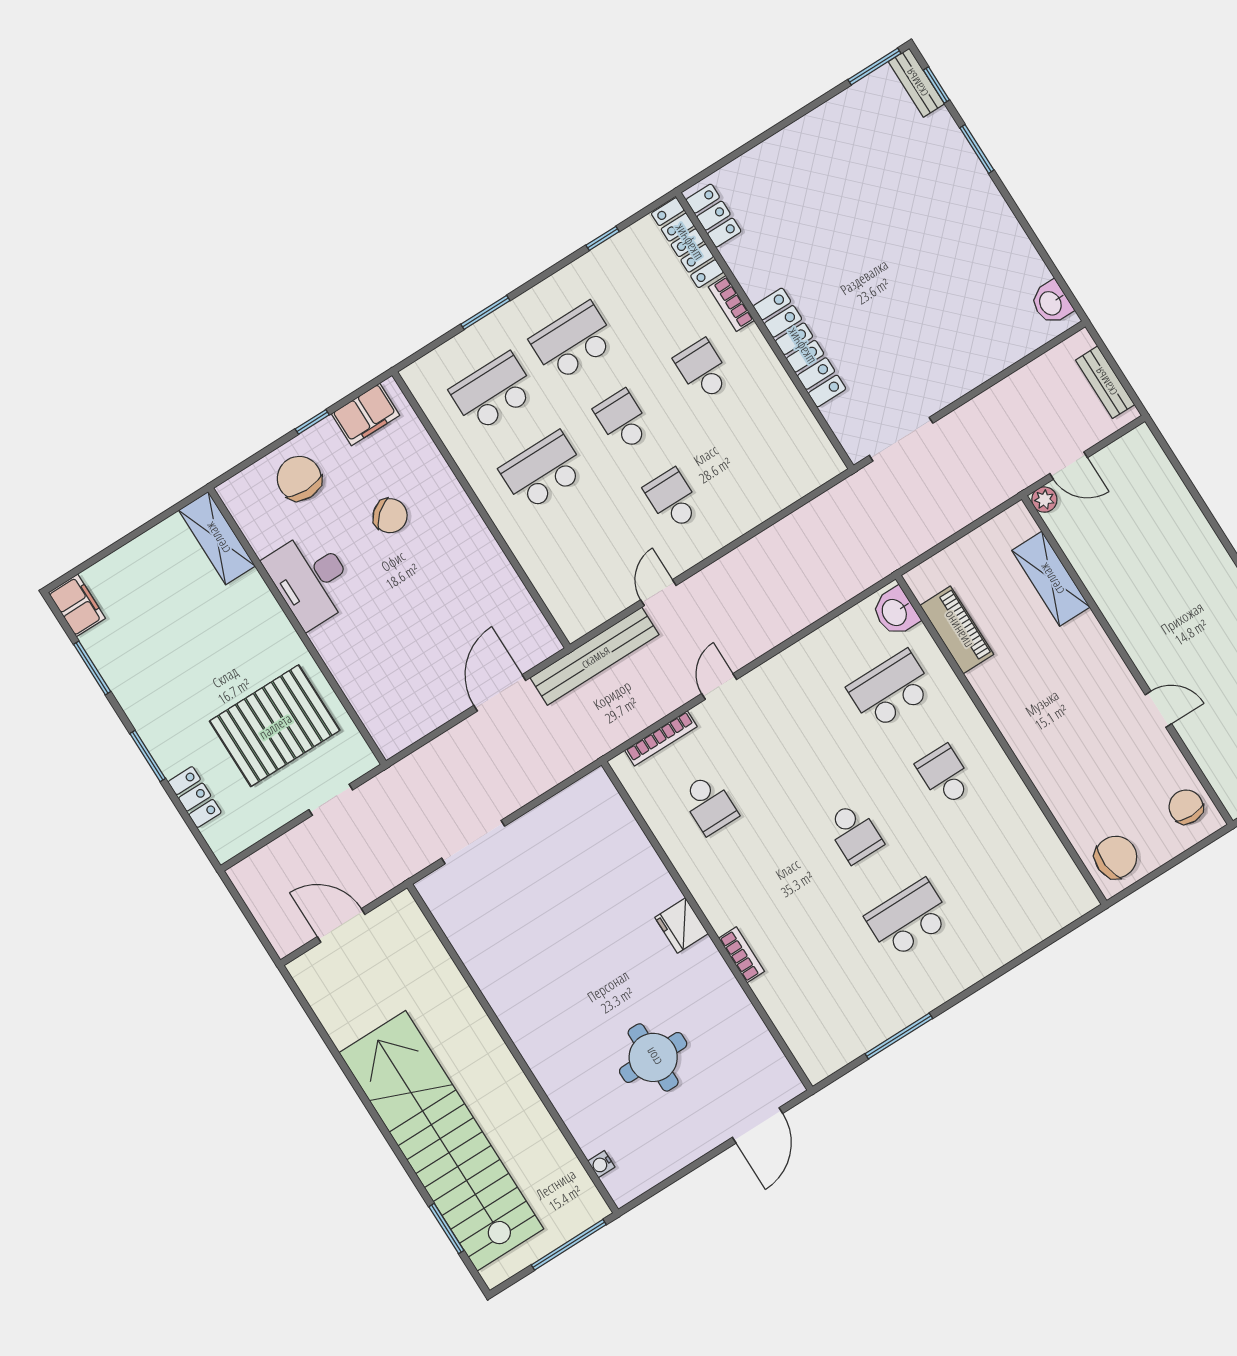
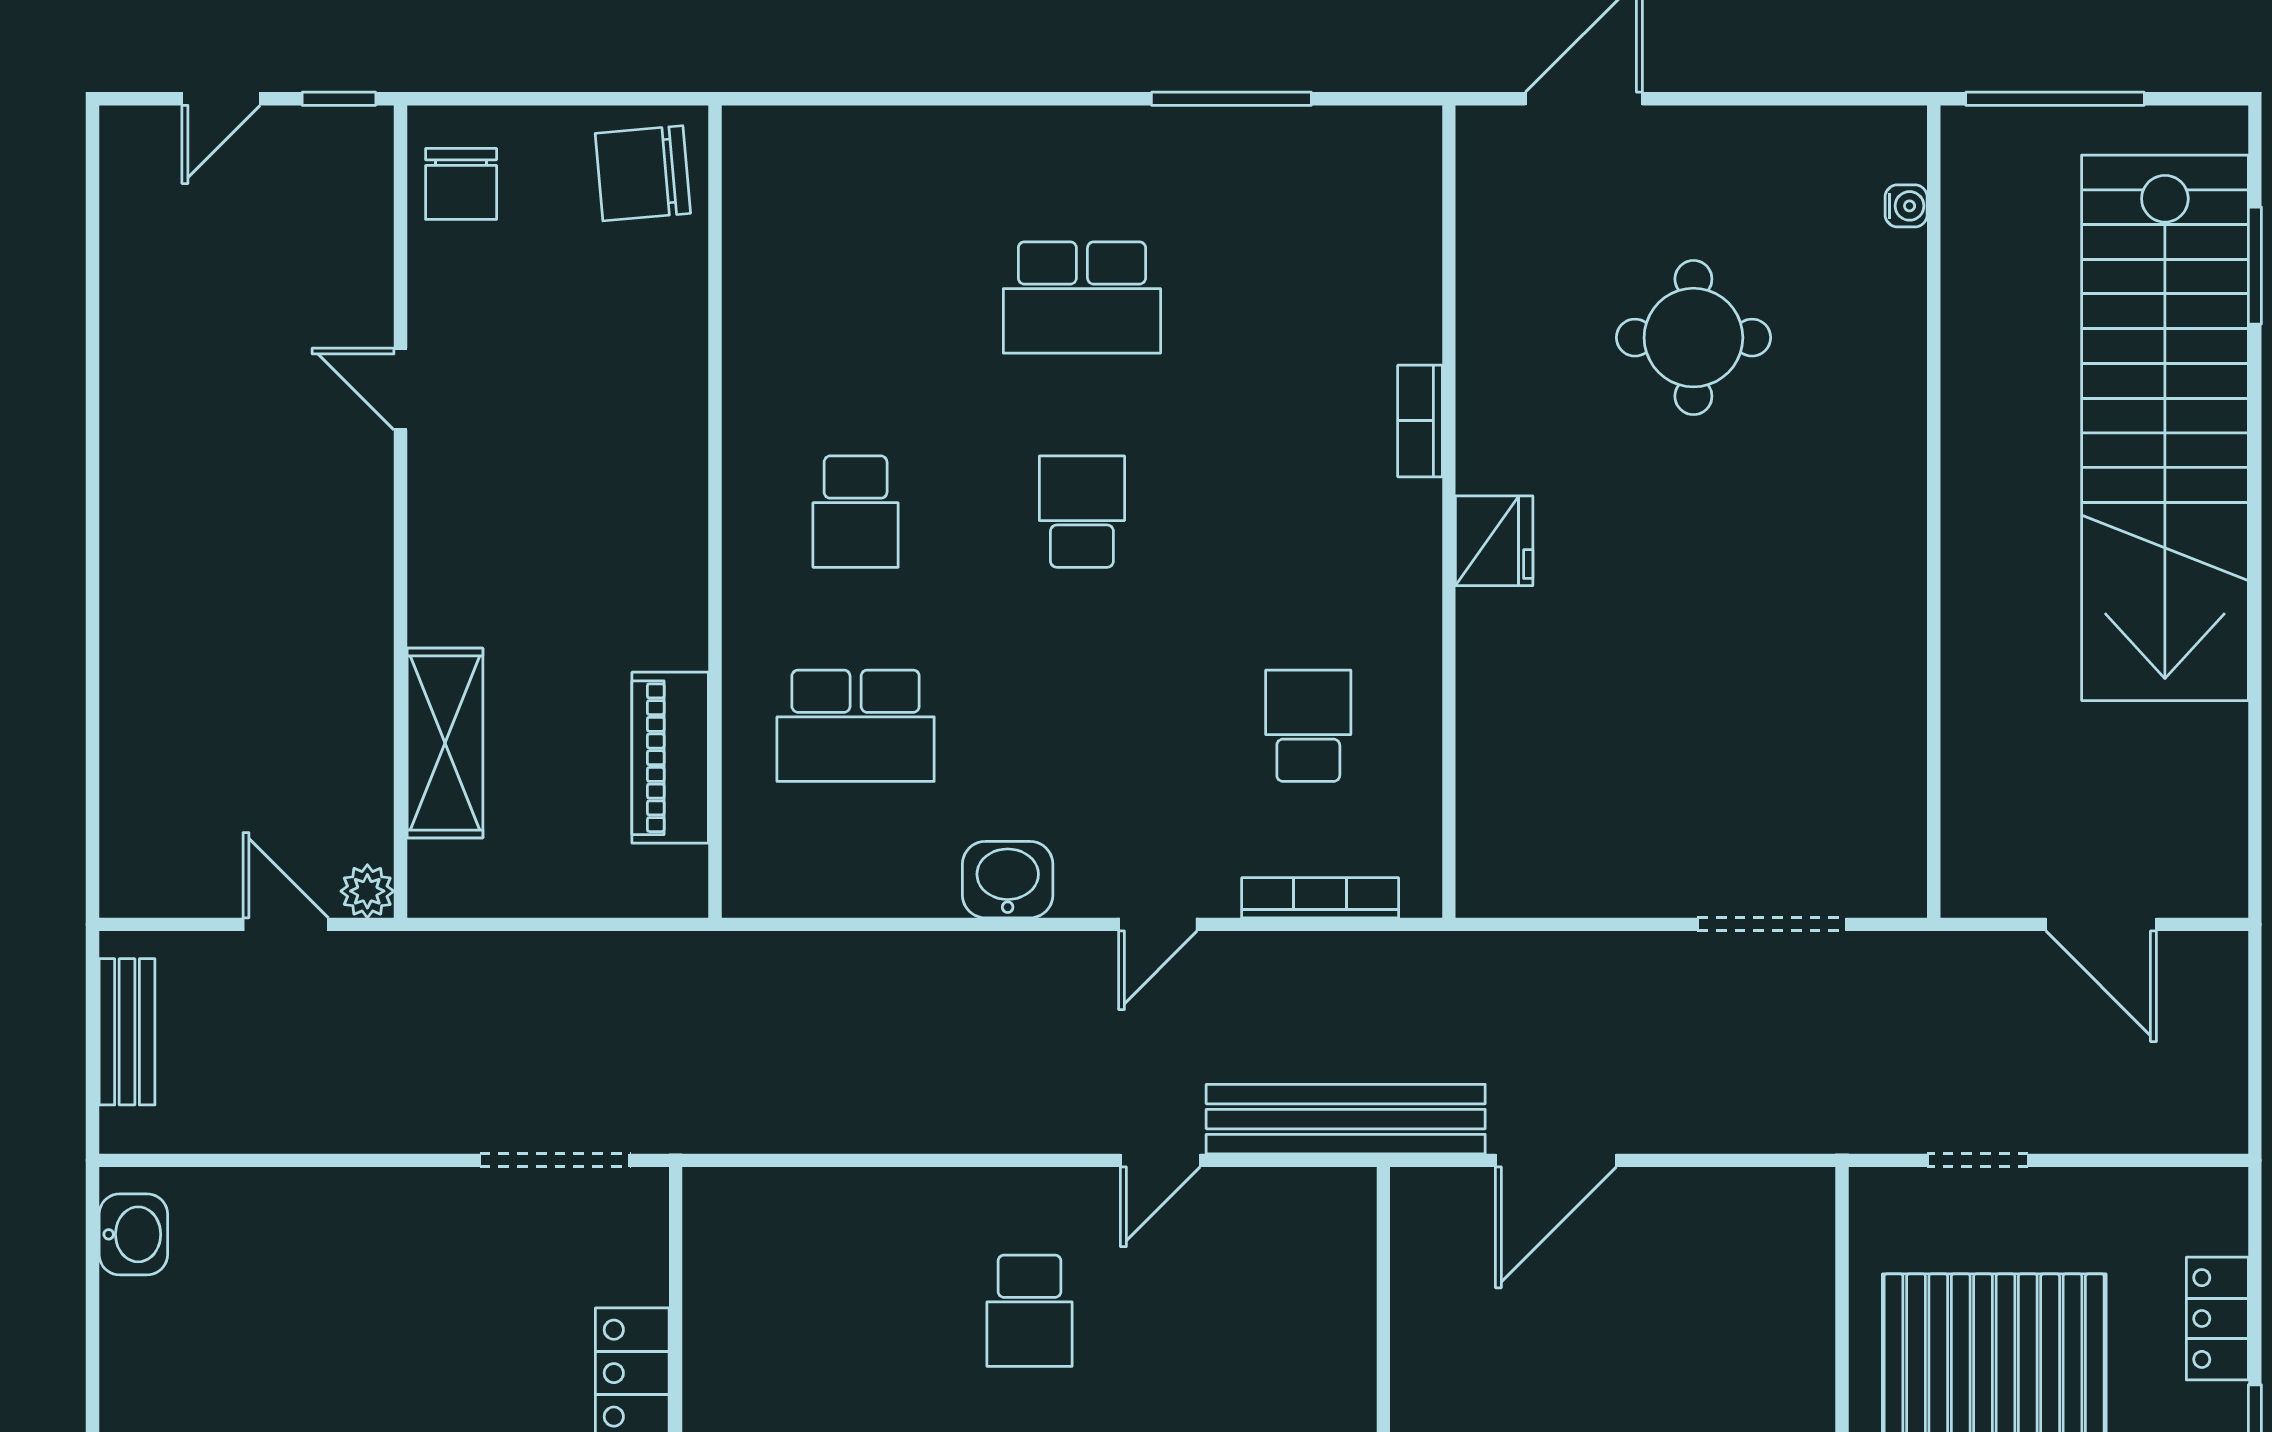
washbasin: (895, 612) -> (1008, 880), moved, turned -90

